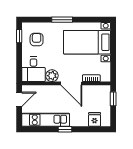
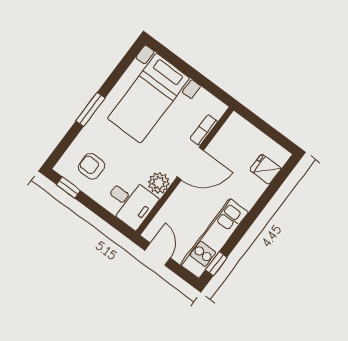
window: (113, 99) -> (256, 121), removed
window: (65, 129) -> (216, 264), moved

